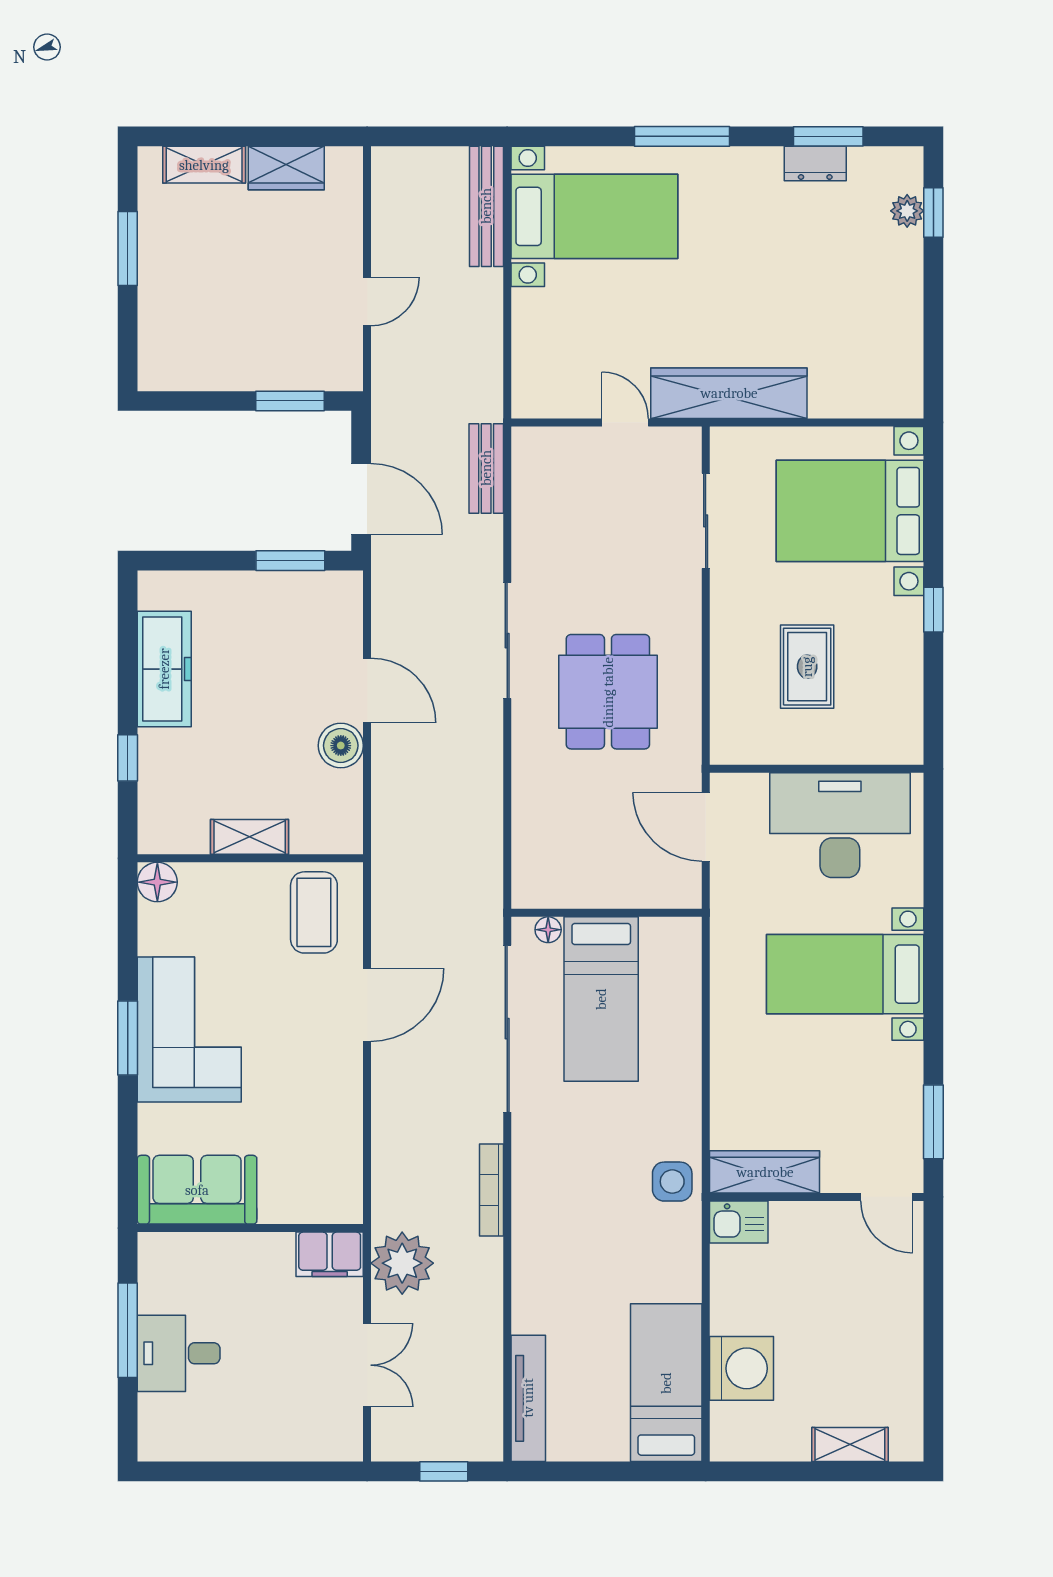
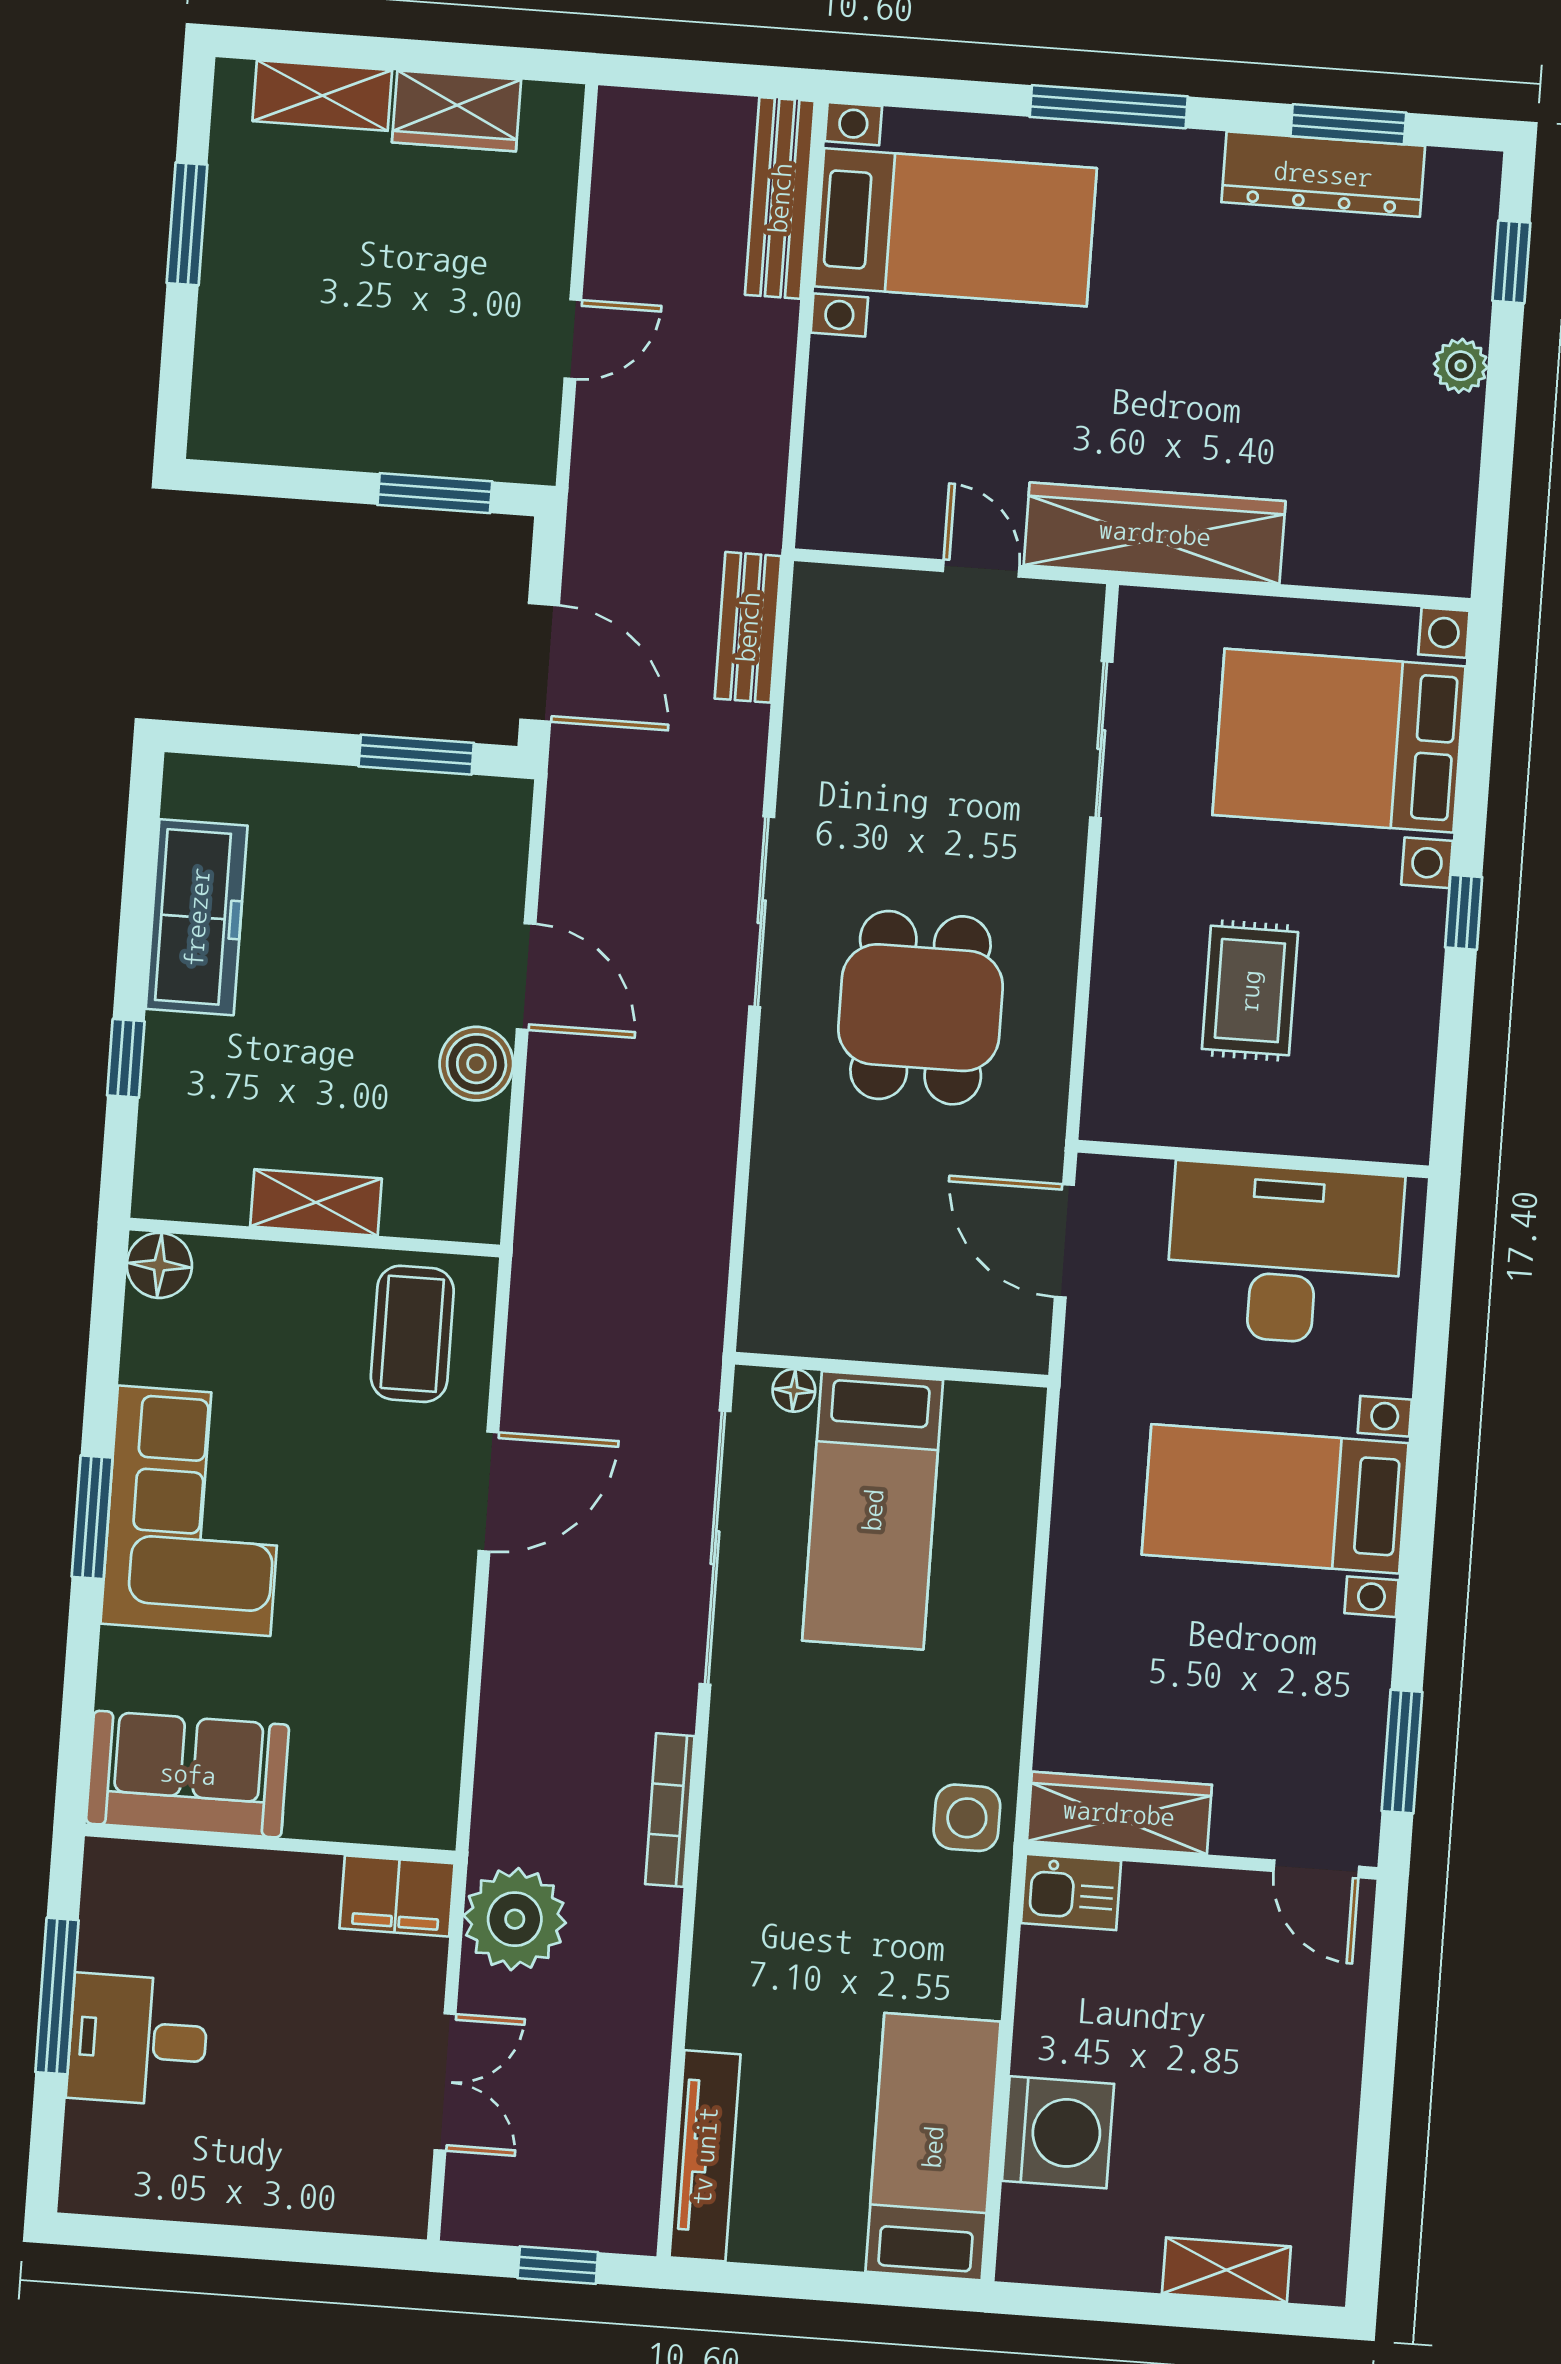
dresser: (815, 163) -> (1323, 174), width x1.96, depth x1.24
plant: (907, 211) -> (1461, 366), moved

